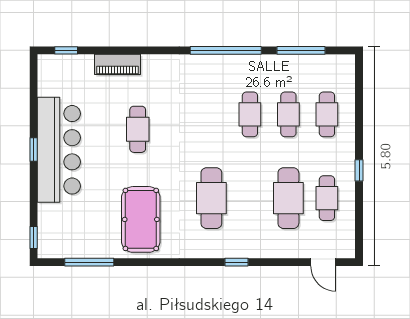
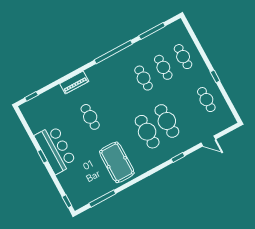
piano: (117, 64) -> (74, 82), moved
bar counter: (59, 150) -> (55, 149), width x0.73
cafe table: (288, 198) -> (167, 121), moved
door: (323, 262) -> (208, 141), moved

